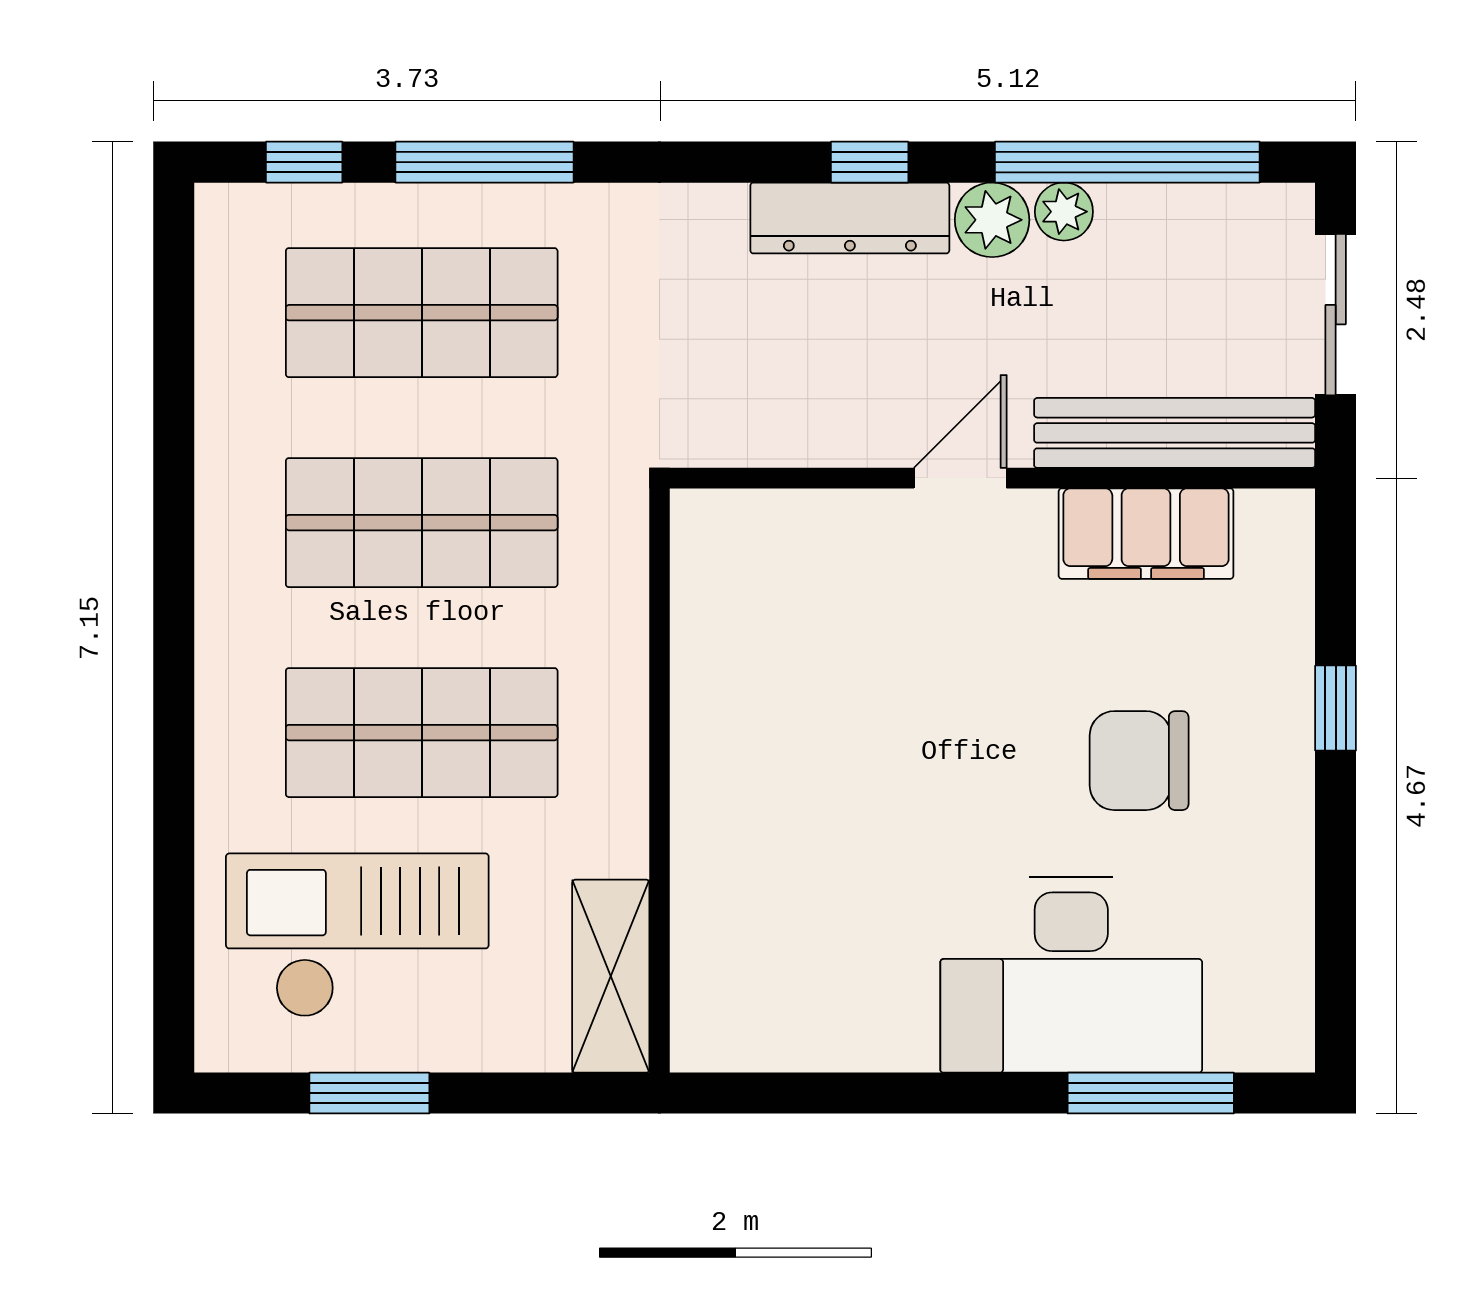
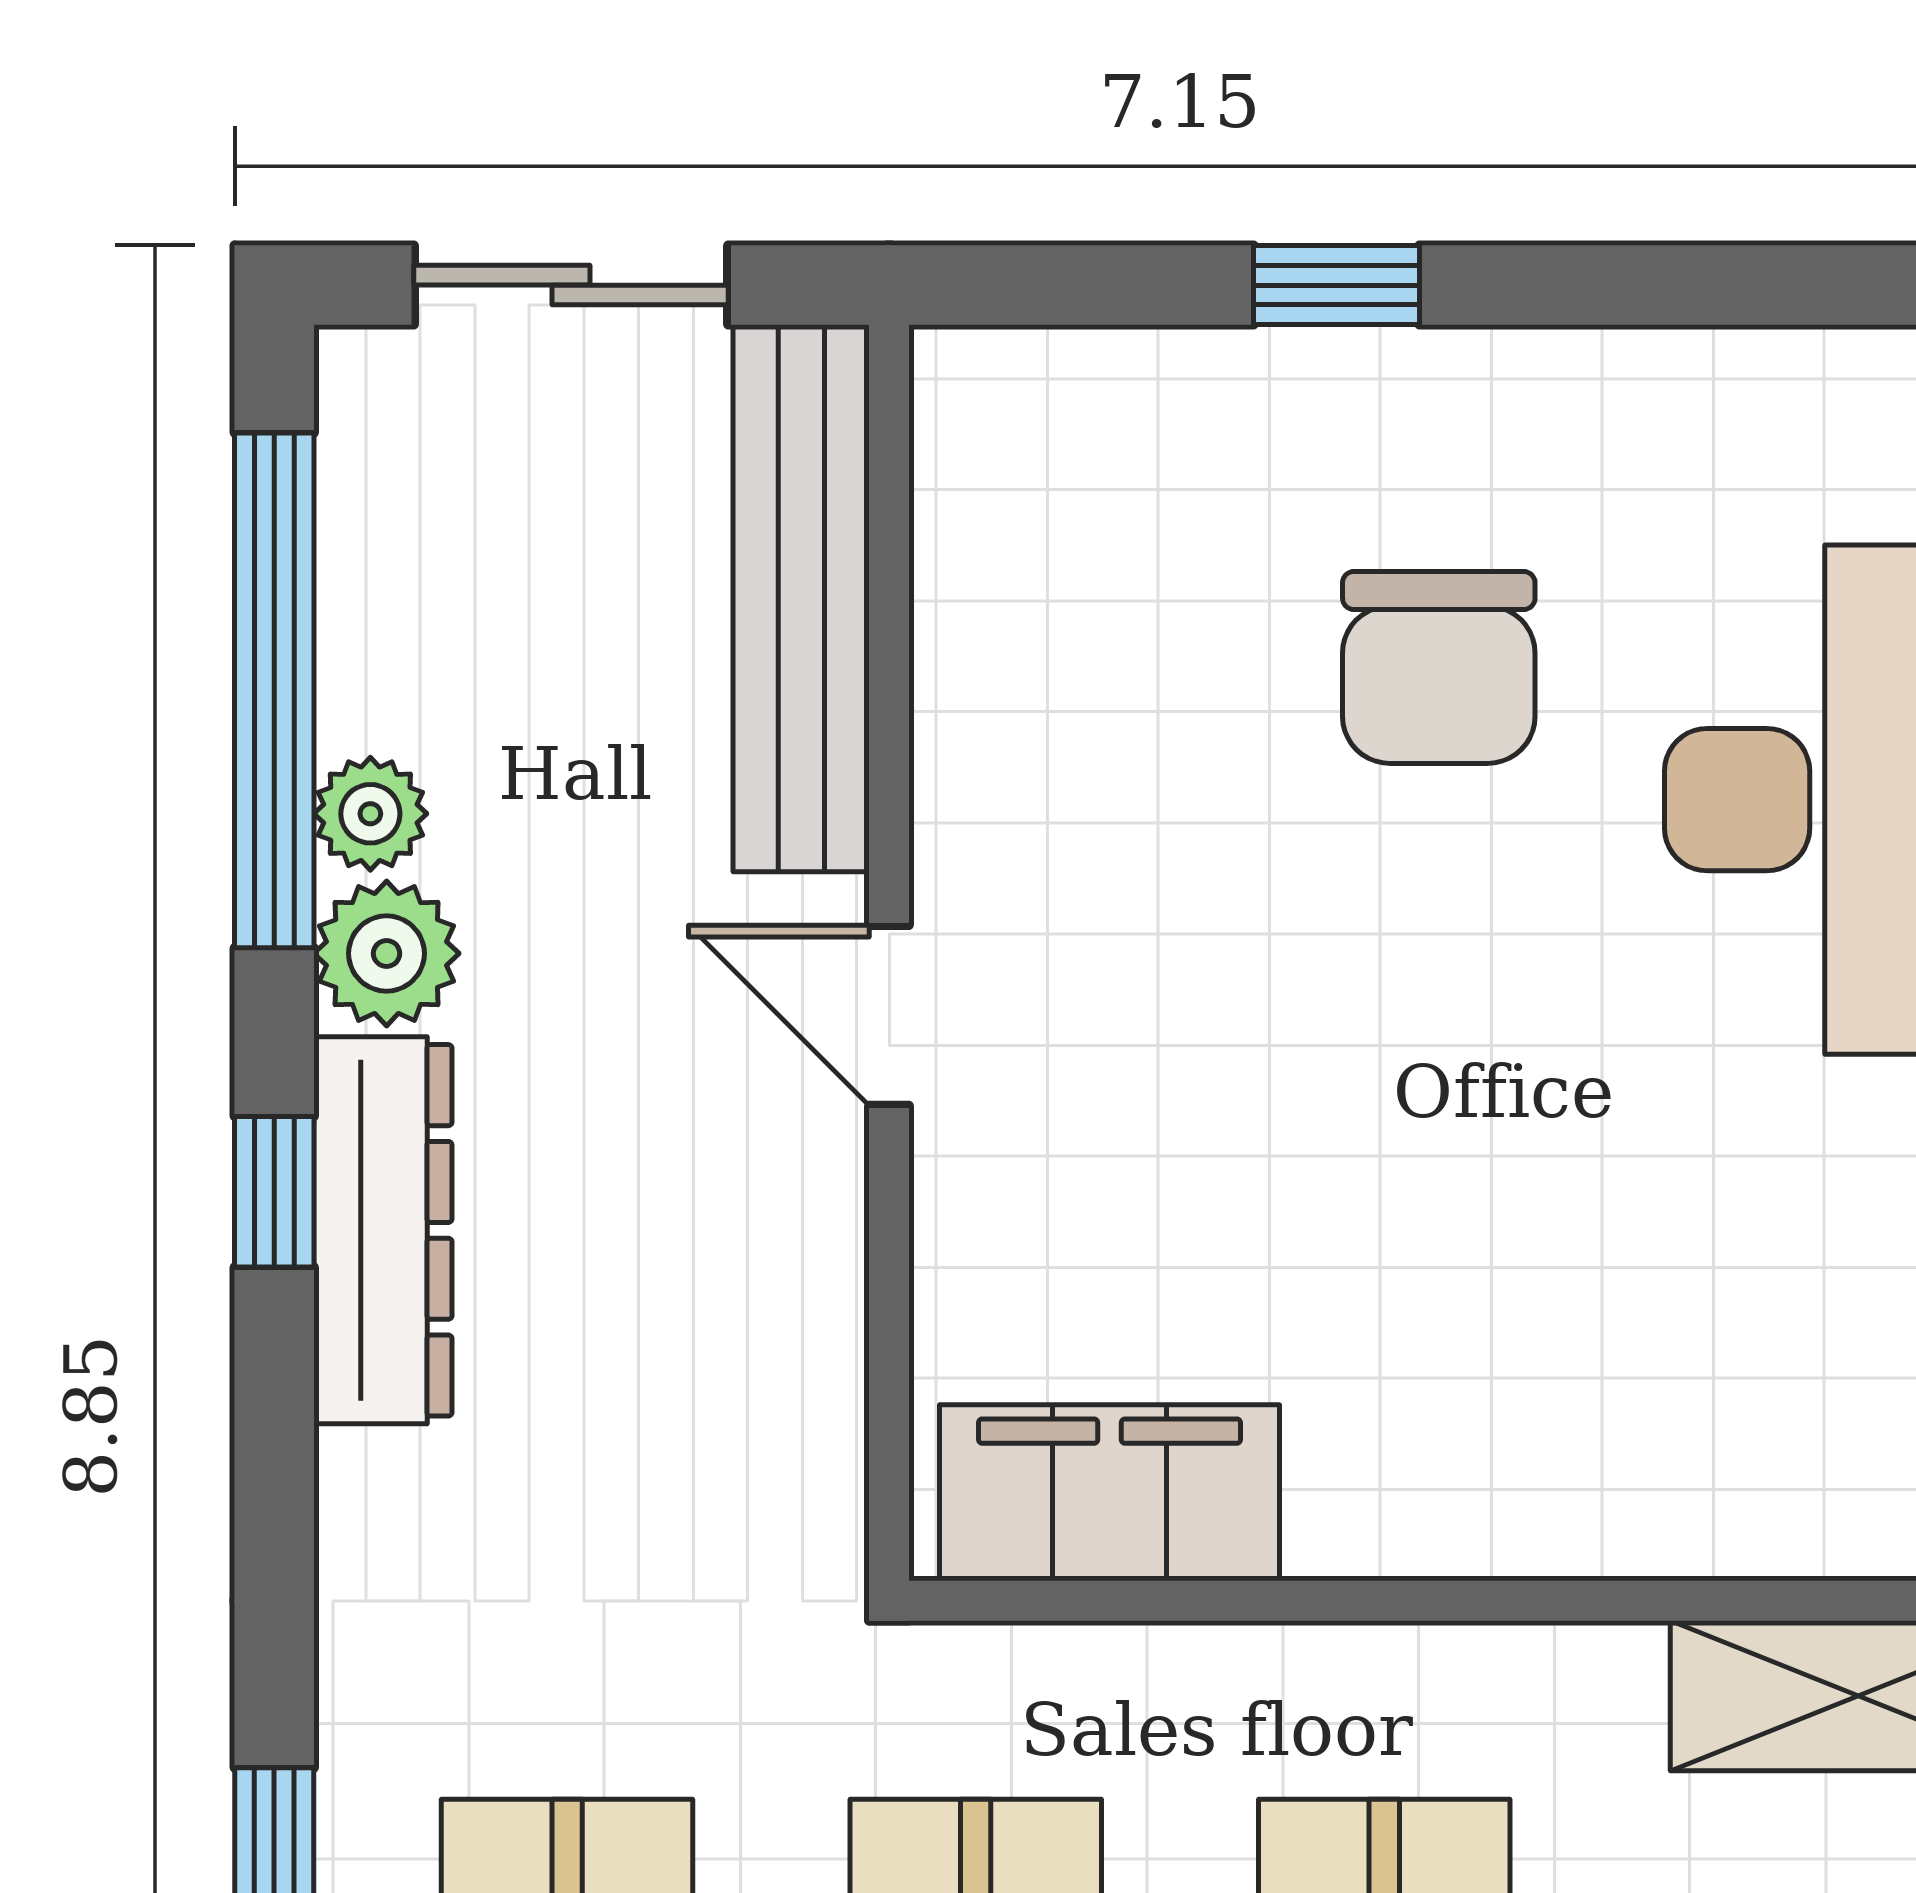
filing cabinet: (1146, 534) -> (1110, 1493), moved, turned -90

